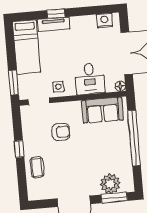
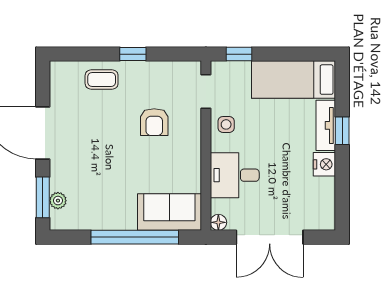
nightstand: (104, 21) -> (324, 164), moved
window: (13, 82) -> (239, 54), width x0.67
sofa: (102, 110) -> (169, 212), moved, turned 90
plant: (110, 184) -> (58, 201), width x0.53, depth x0.53

